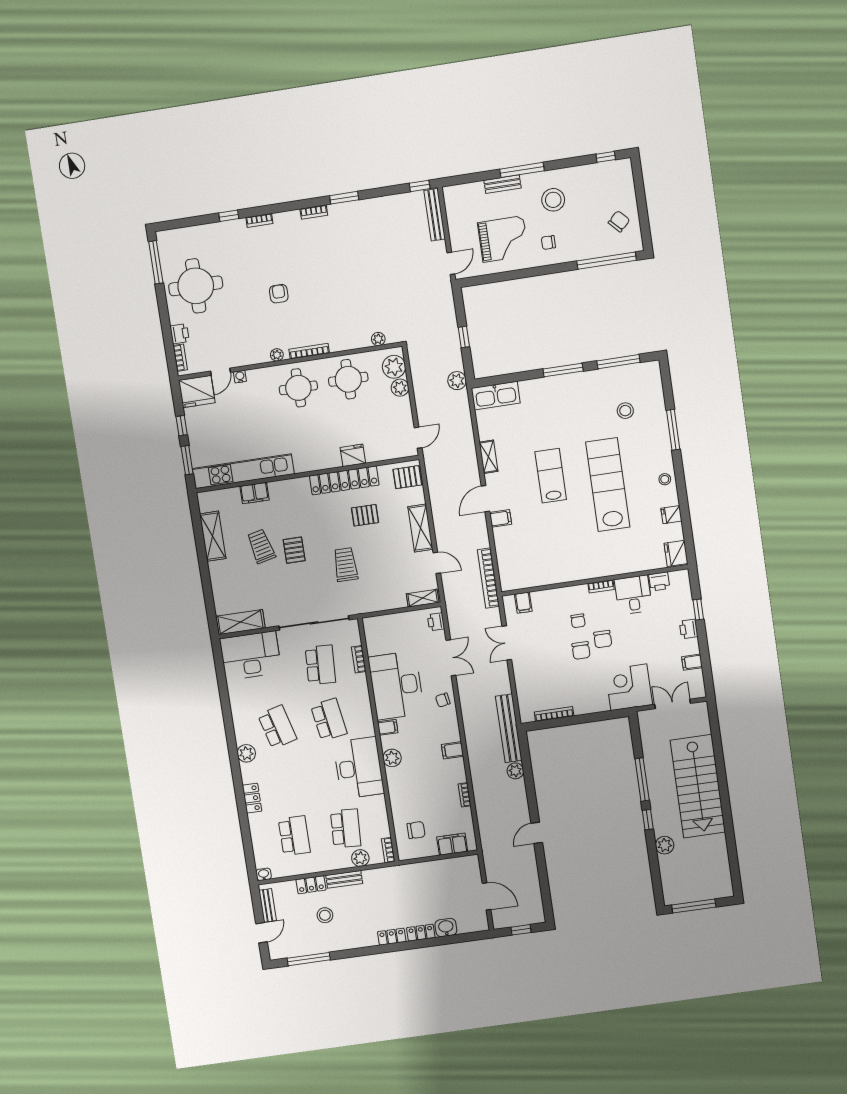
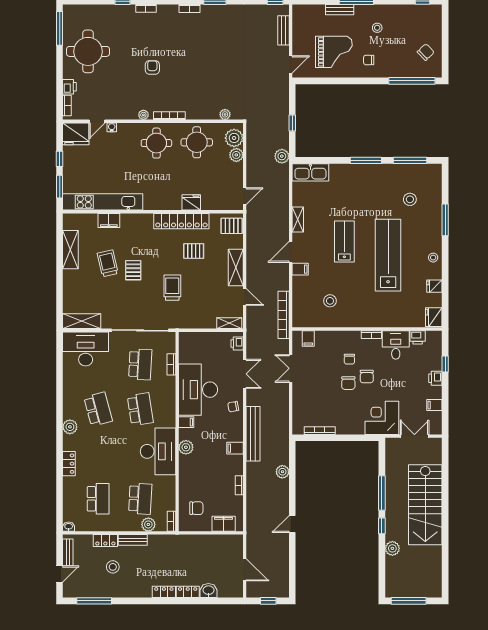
stool: (553, 200) -> (377, 28), width x0.53, depth x0.53
bench: (435, 215) -> (283, 30), width x0.73
stool: (543, 552) -> (330, 301), added
bench: (509, 728) -> (253, 434), moved

